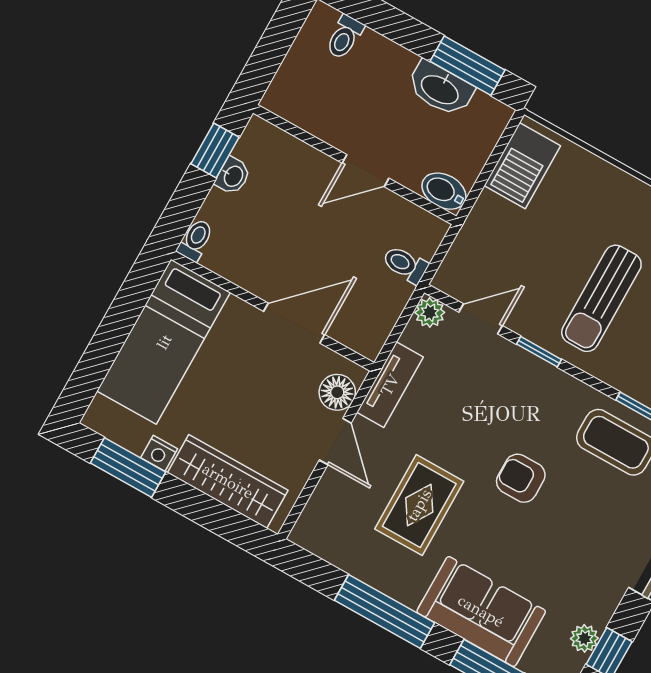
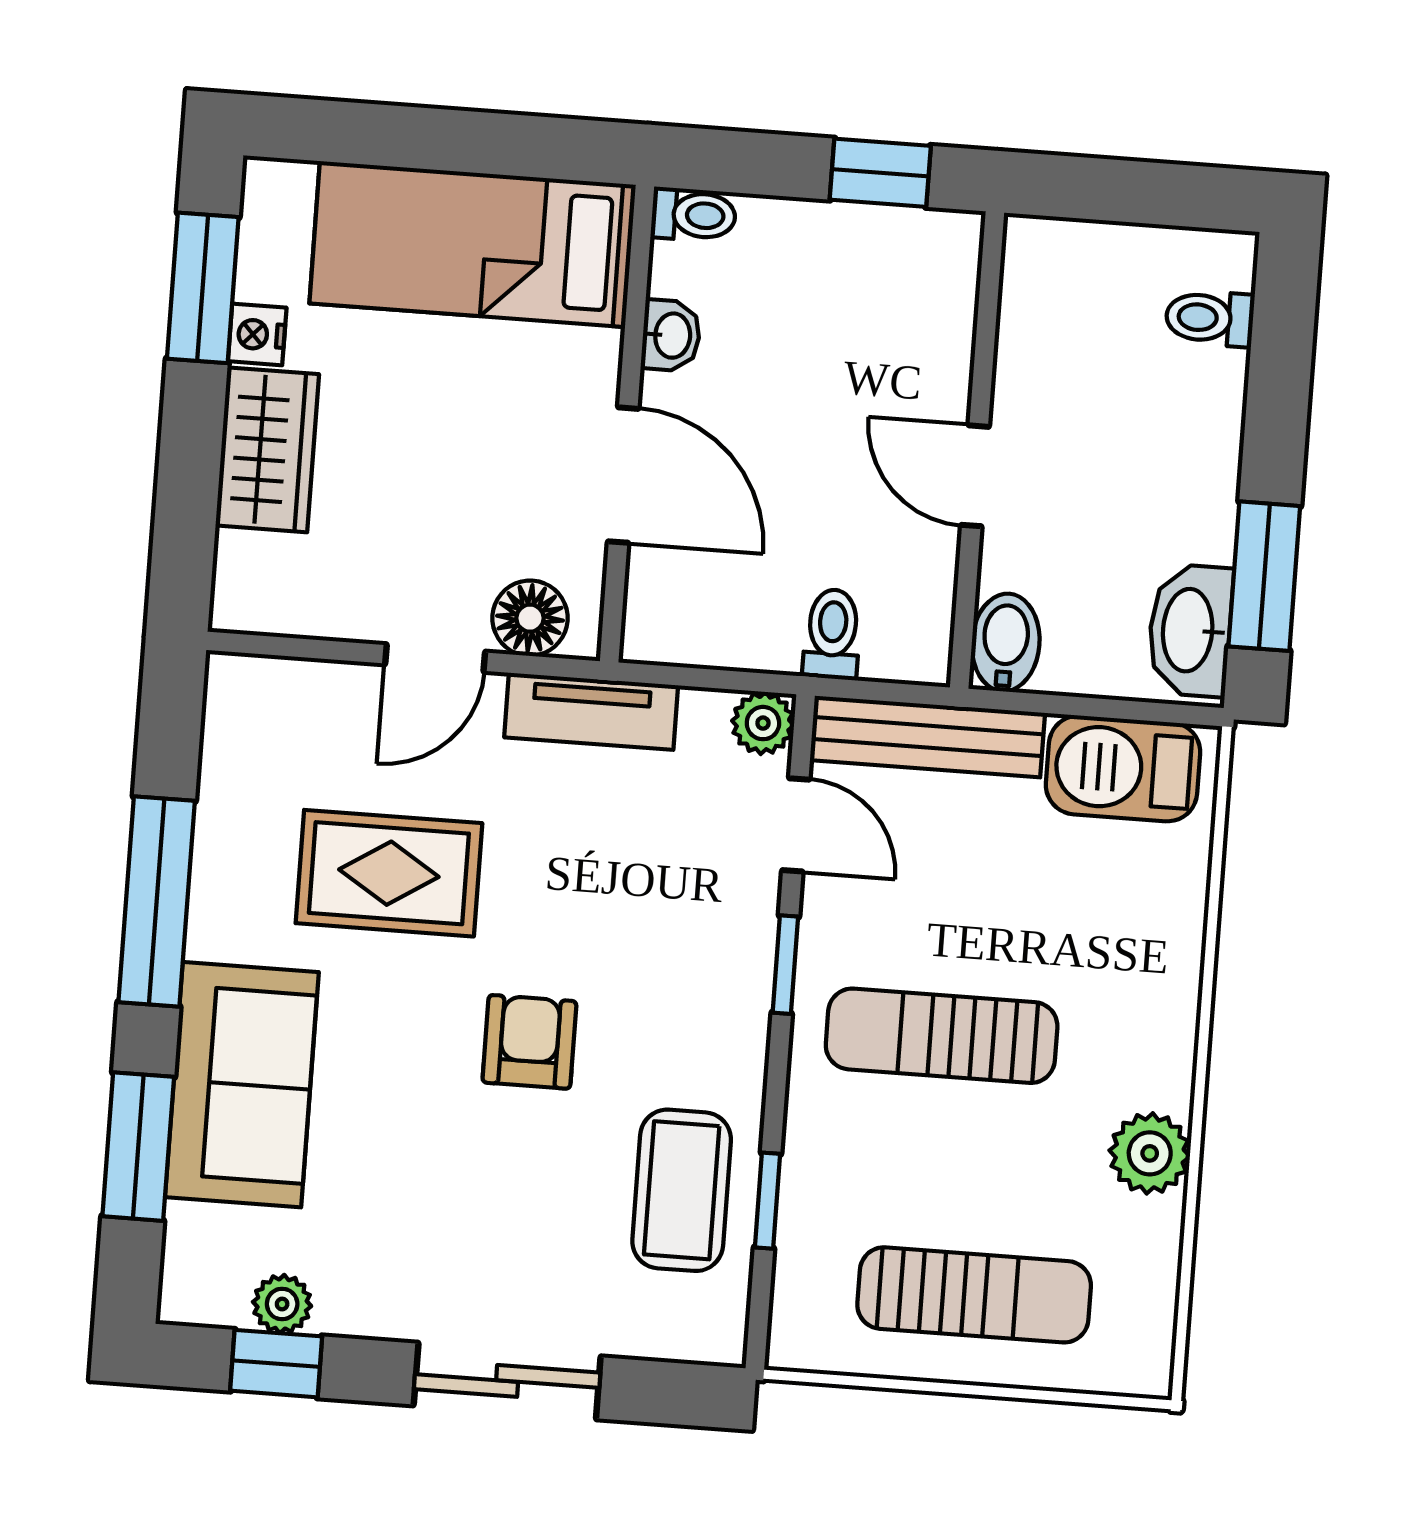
washbasin: (440, 89) -> (1190, 630), moved
washbasin: (233, 176) -> (671, 335), moved, turned -90
bench: (469, 244) -> (927, 737), added
wardrobe: (228, 481) -> (267, 450), width x0.67

